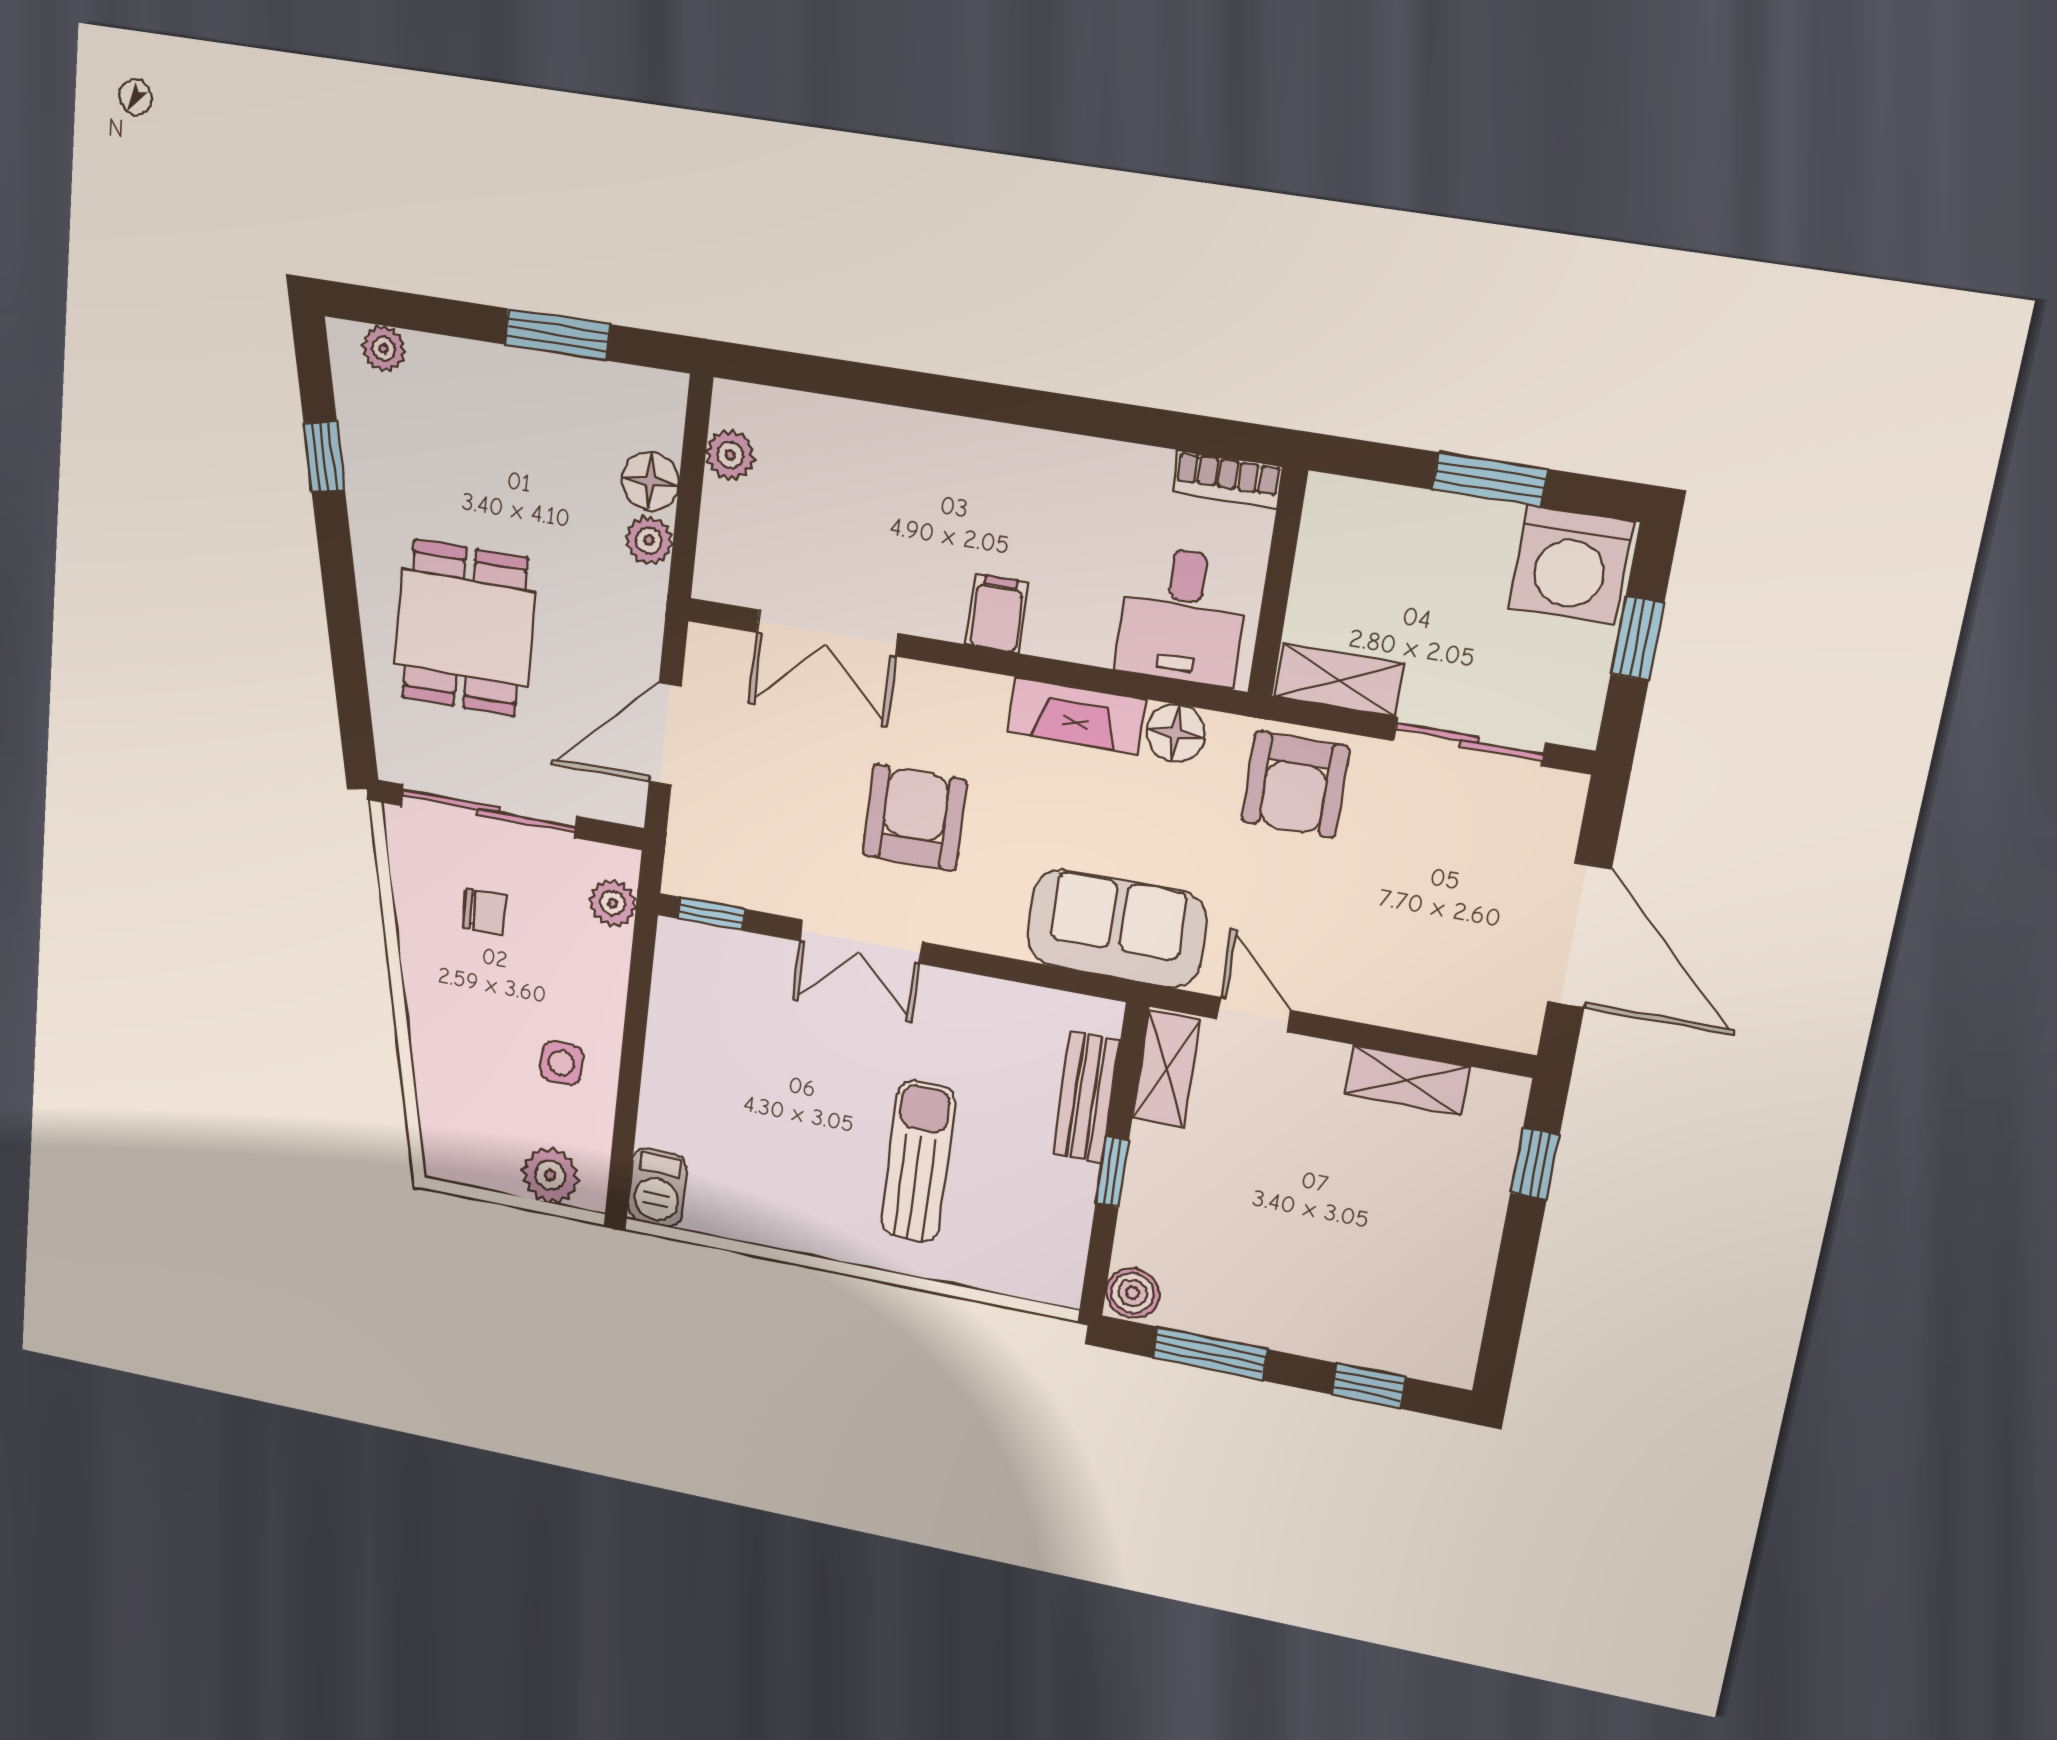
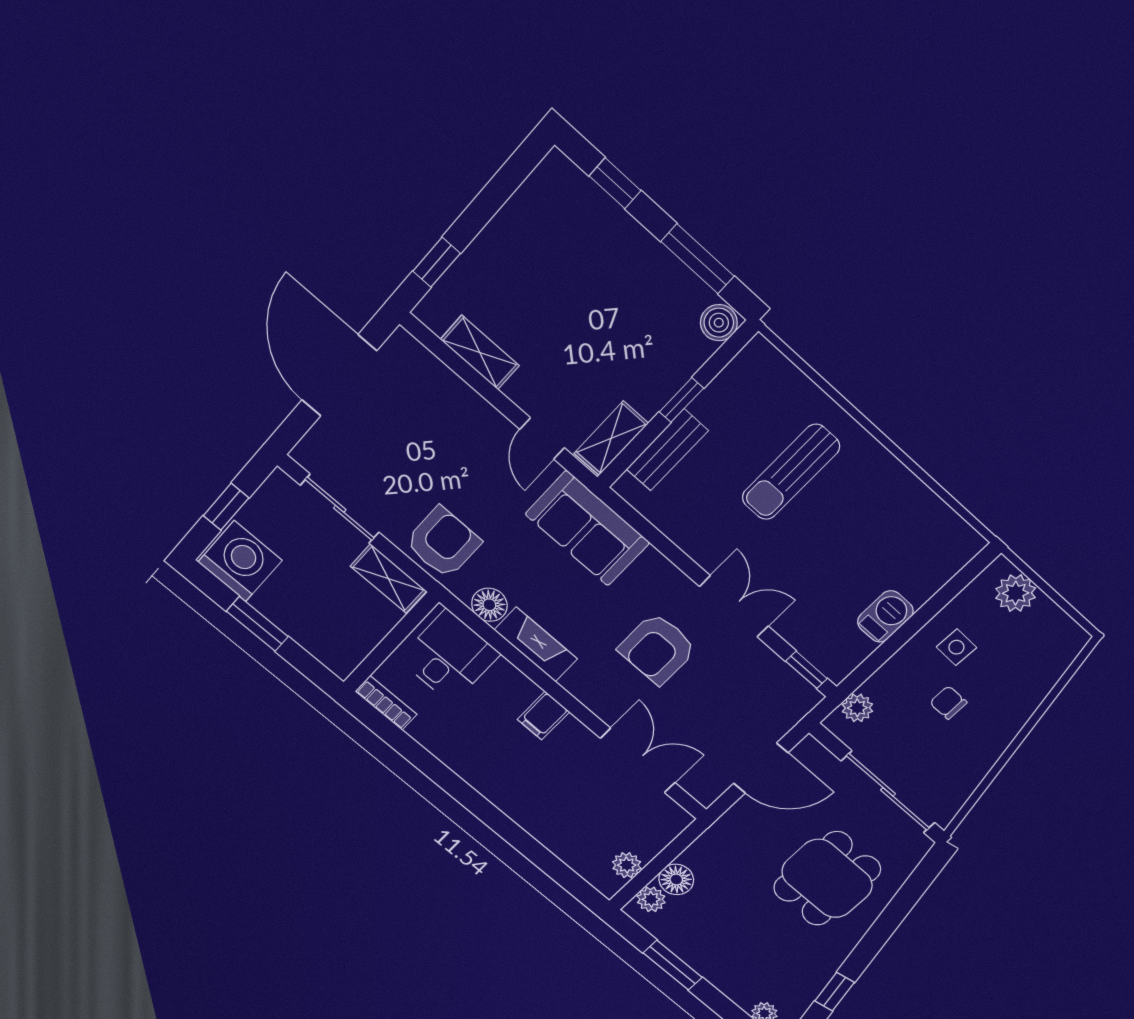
plant: (649, 540) -> (651, 899), moved
chair: (484, 912) -> (948, 703), moved
barbecue: (657, 1188) -> (885, 616), moved

